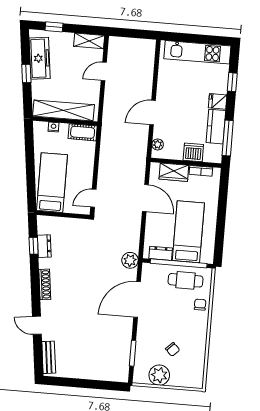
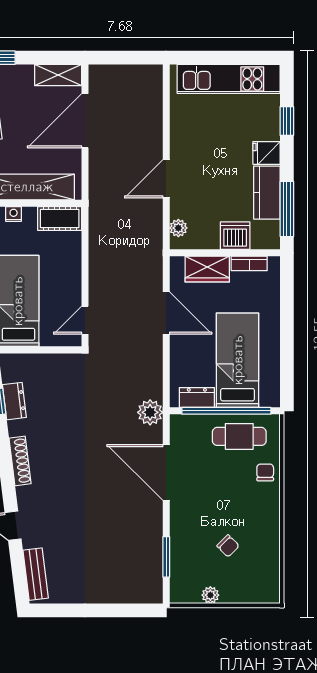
door: (104, 71) -> (85, 121), width x1.87
door: (137, 299) -> (166, 472), hinge flipped
plant: (159, 375) -> (210, 595), width x0.53, depth x0.53

